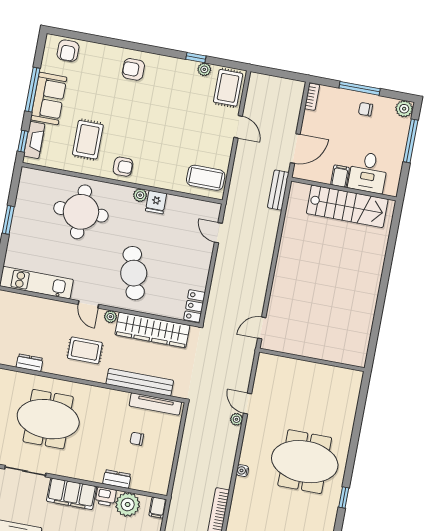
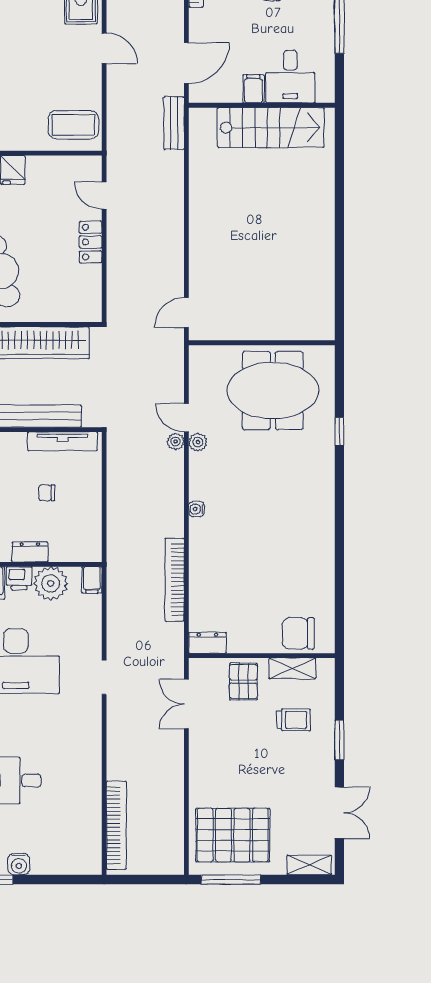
locker: (194, 306) -> (91, 242), moved
plant: (252, 423) -> (198, 442), added
meeting table: (305, 462) -> (273, 391), moved
window: (344, 498) -> (339, 432), moved

